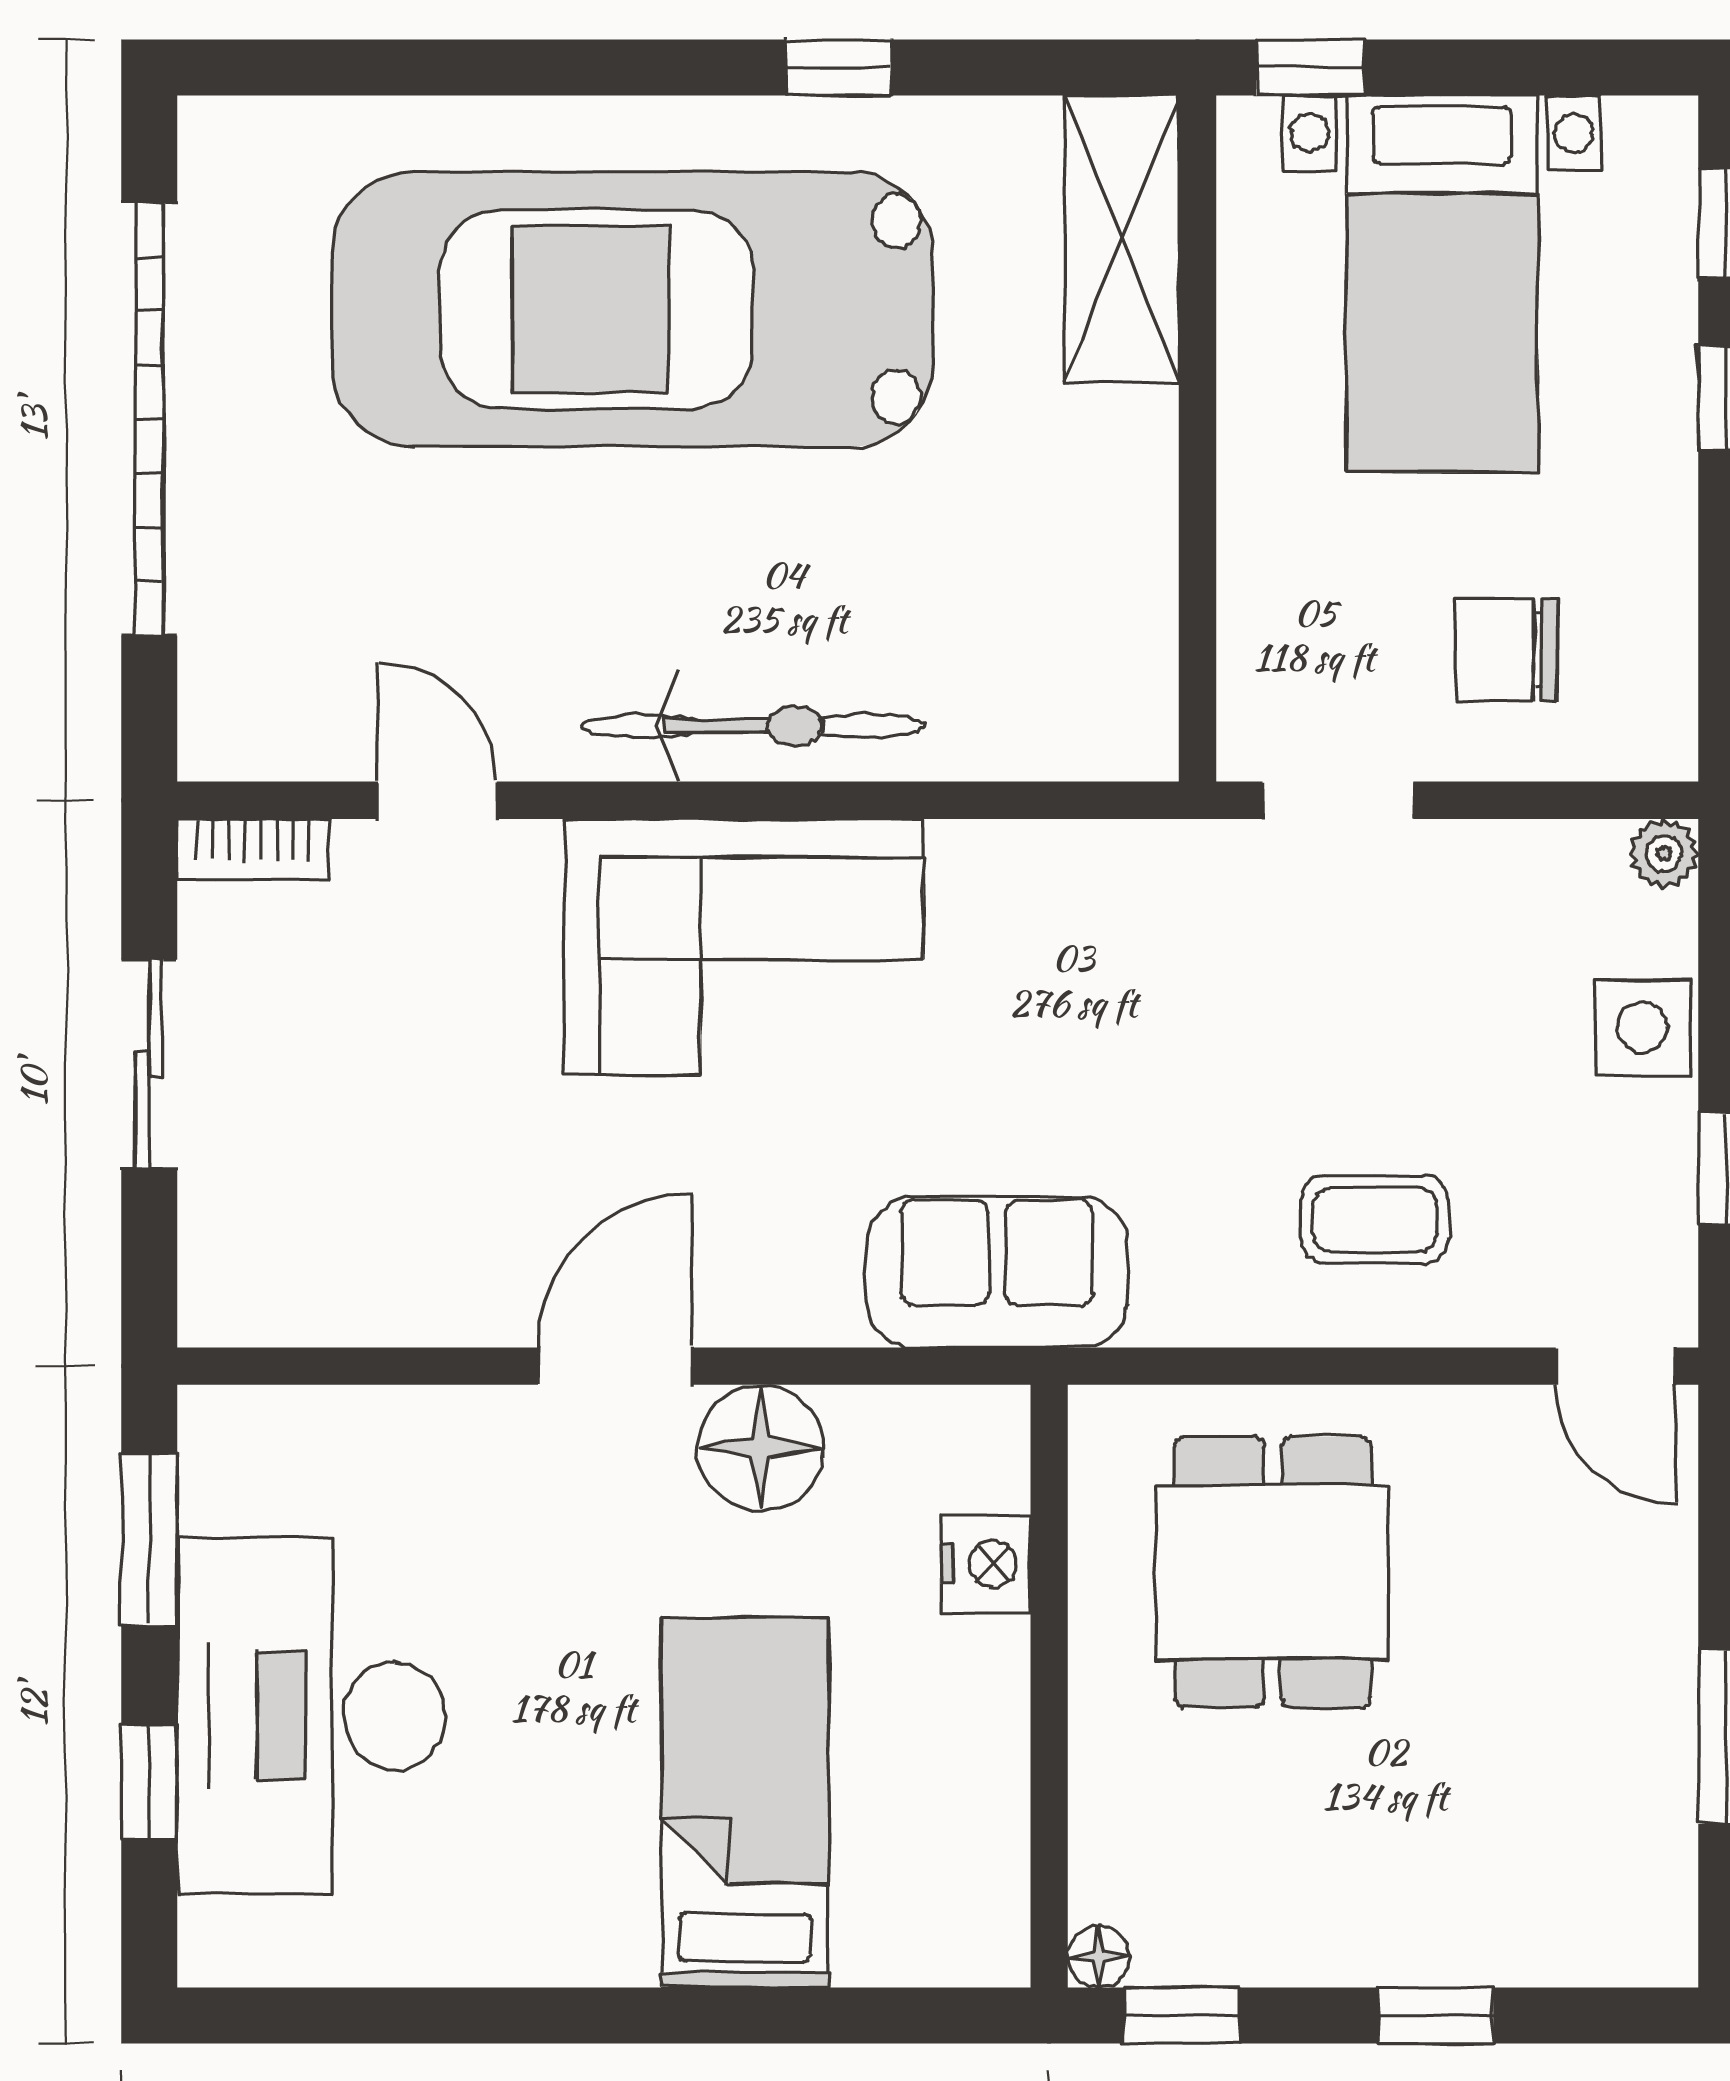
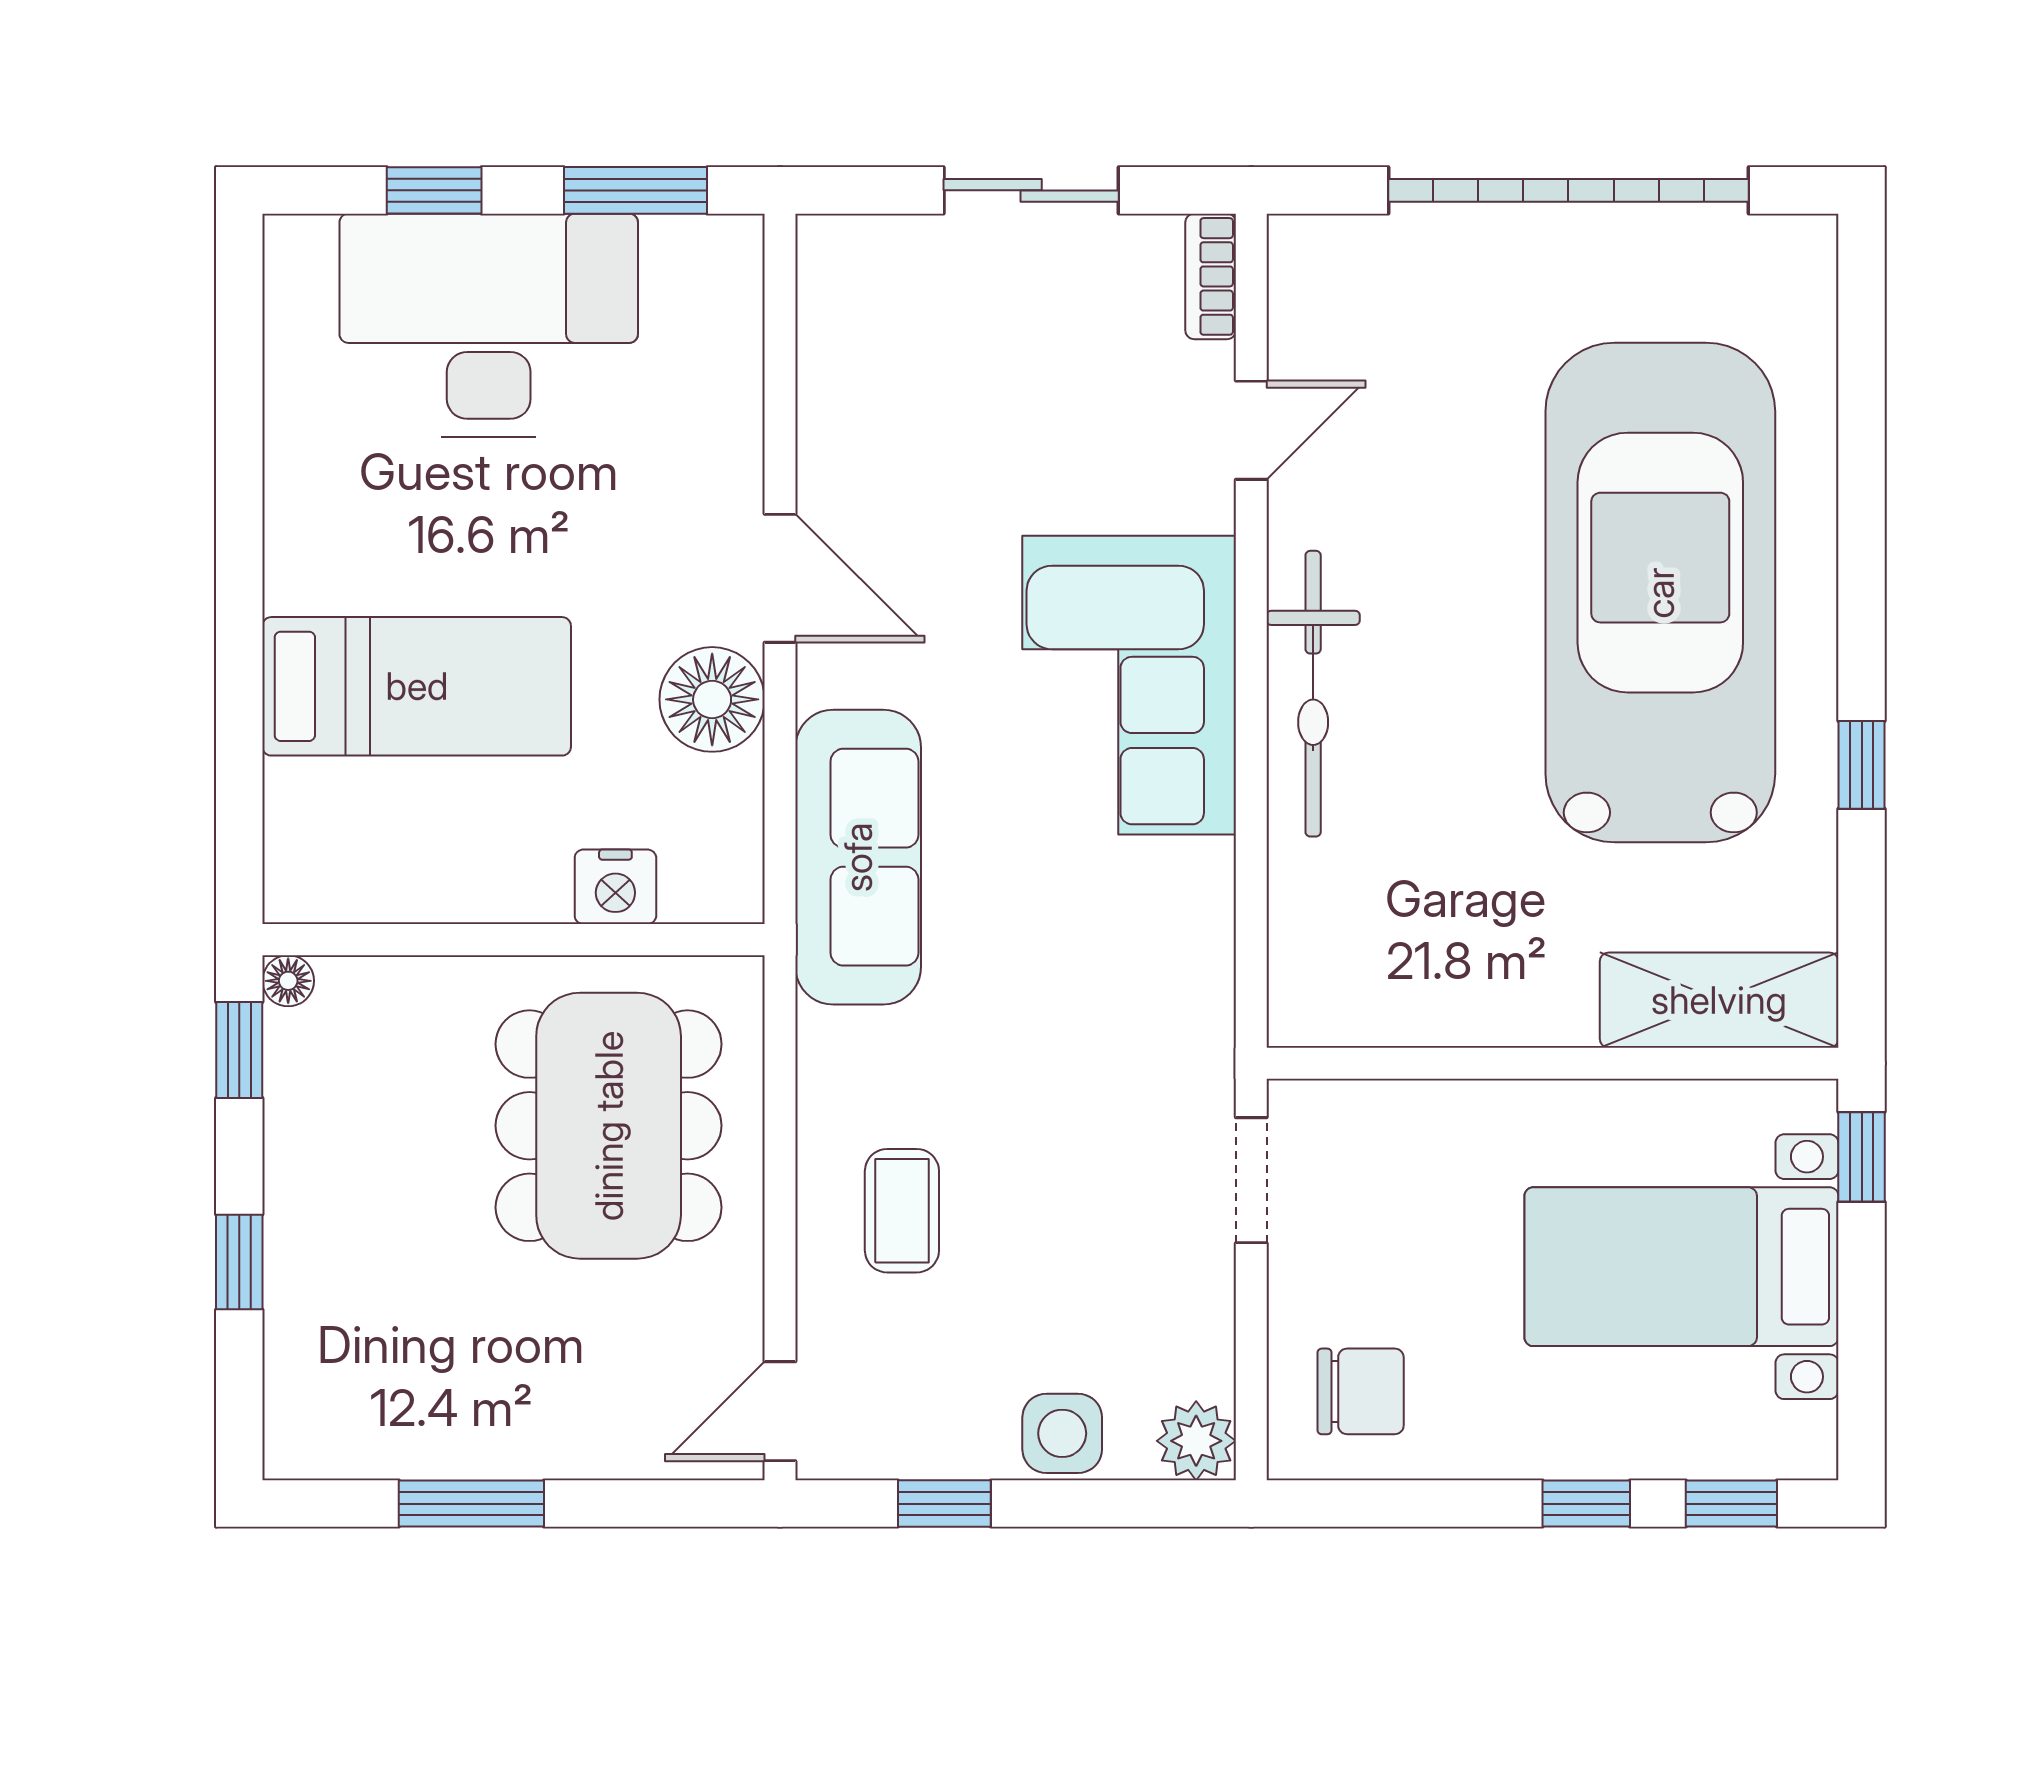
chair: (1507, 650) -> (1361, 1391), moved, turned 90
plant: (1664, 853) -> (1196, 1441), width x1.38, depth x1.38
sofa: (997, 1272) -> (858, 857), width x1.36
dining table: (1273, 1572) -> (609, 1126), width x1.38

